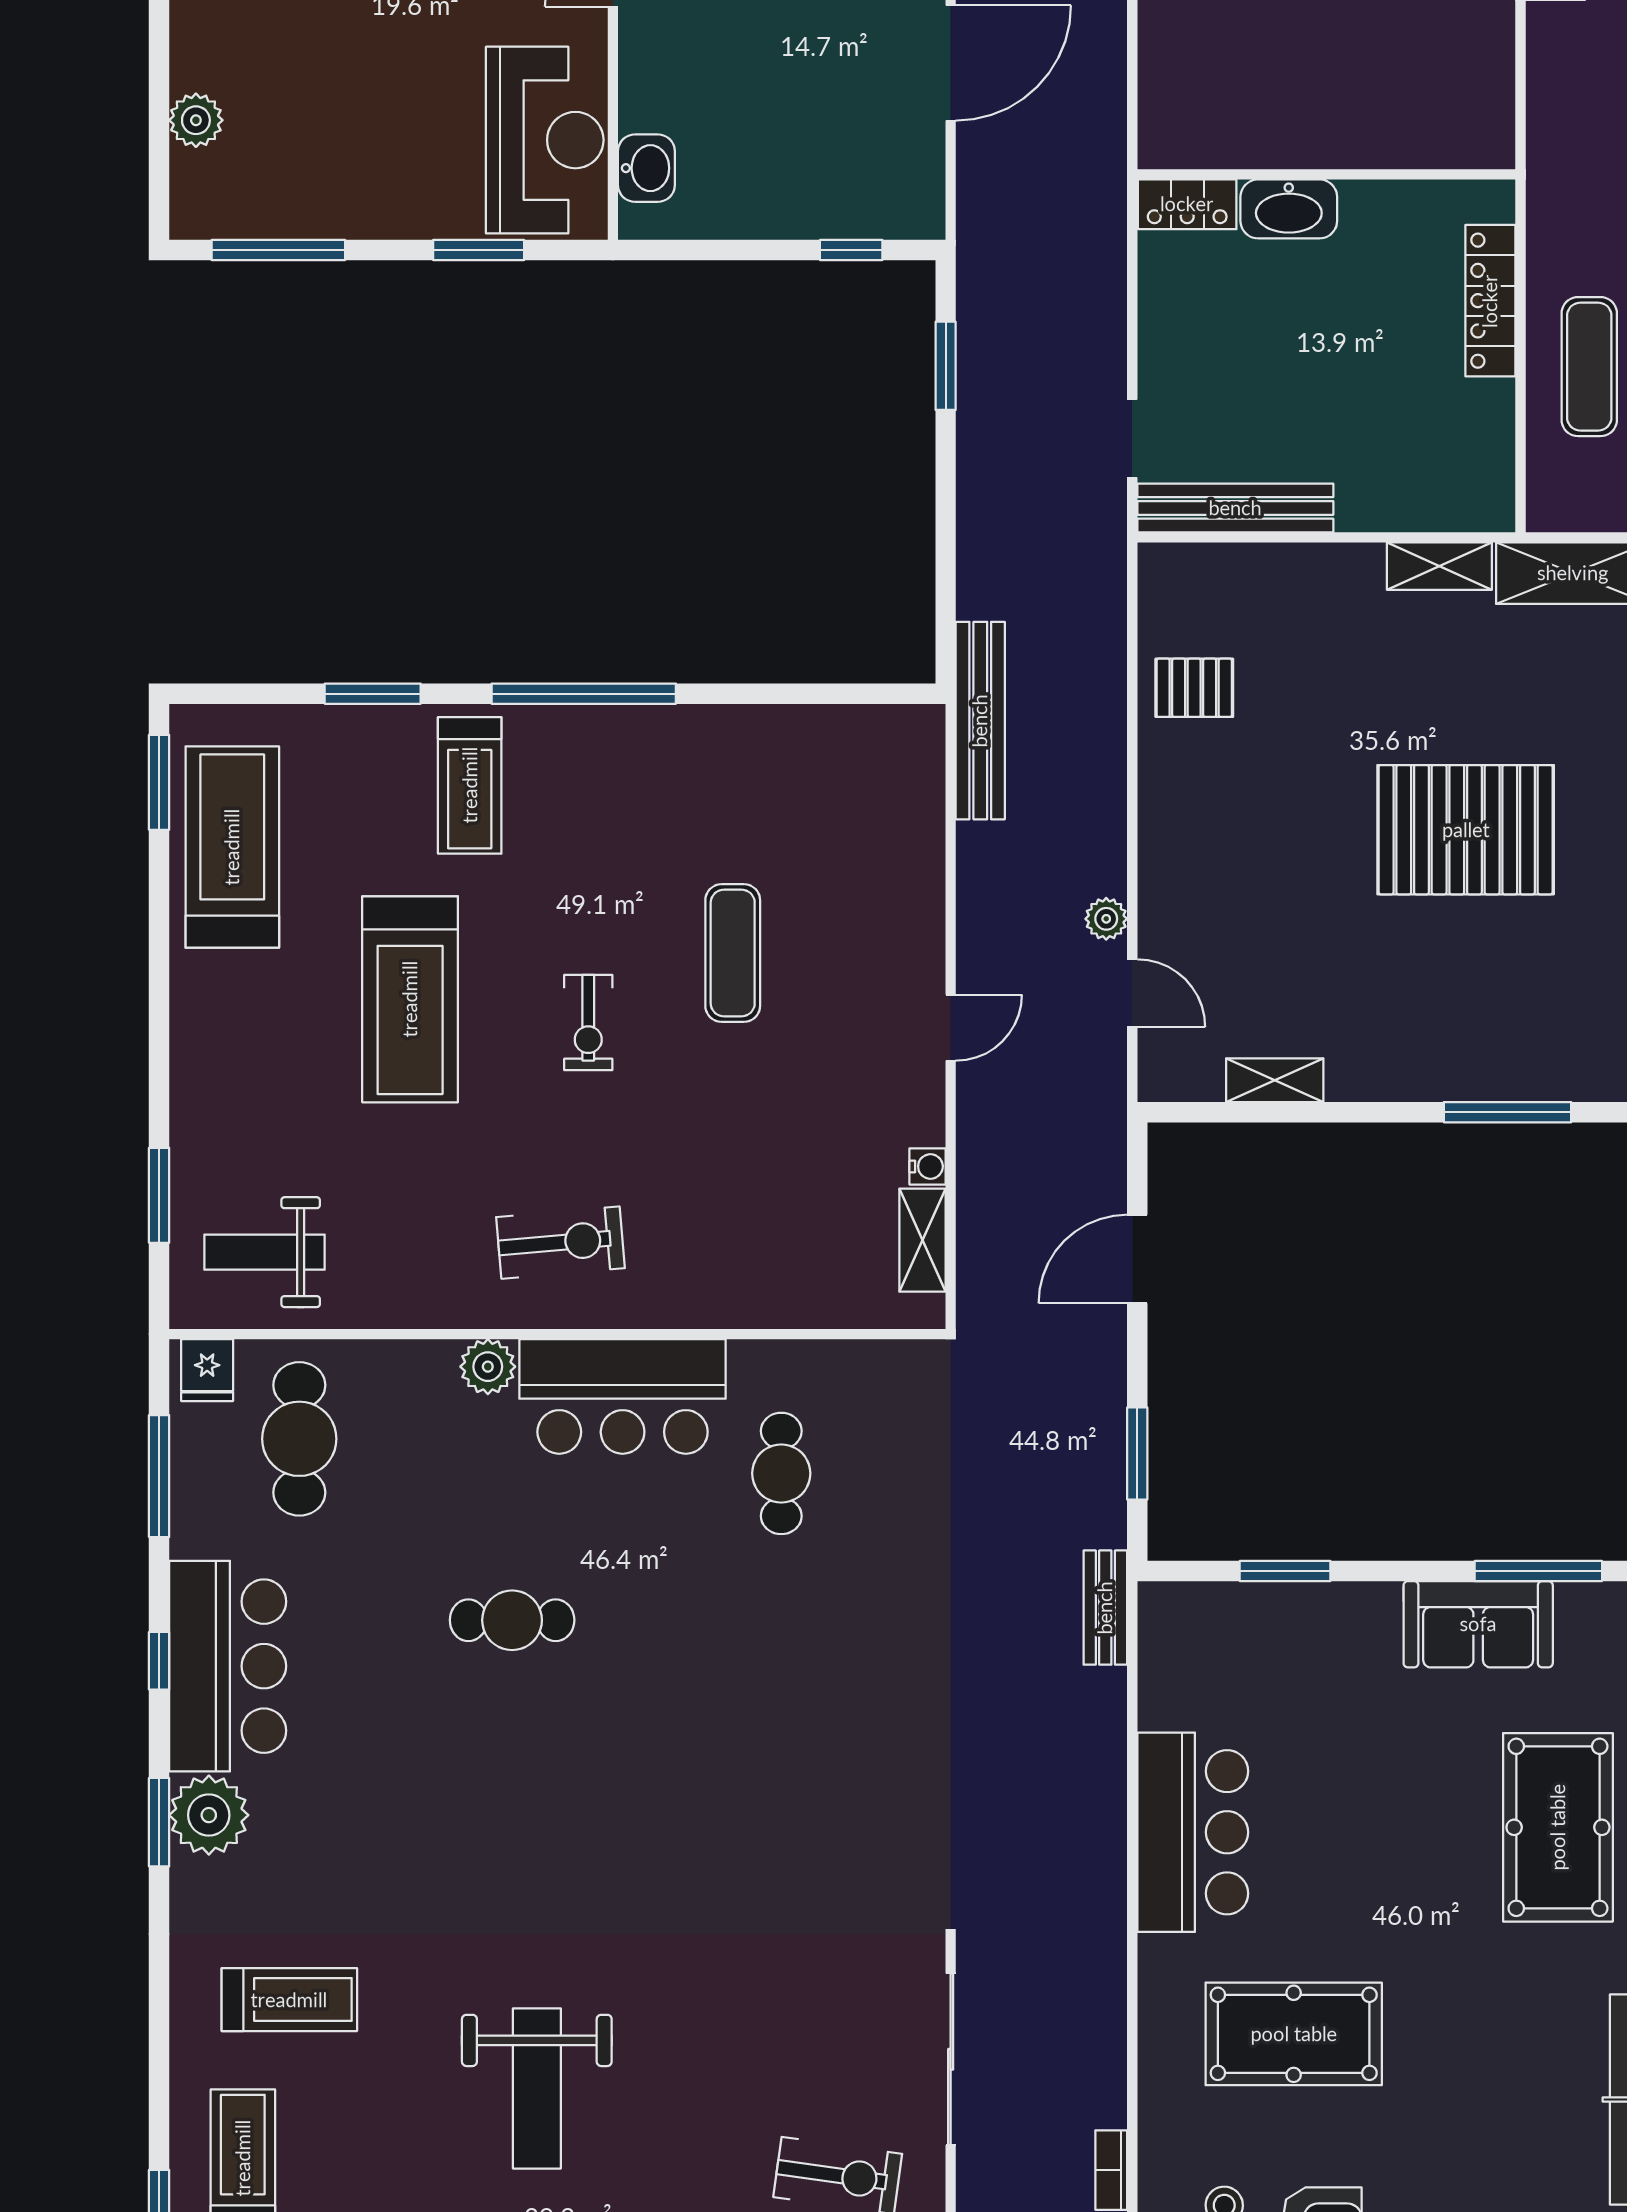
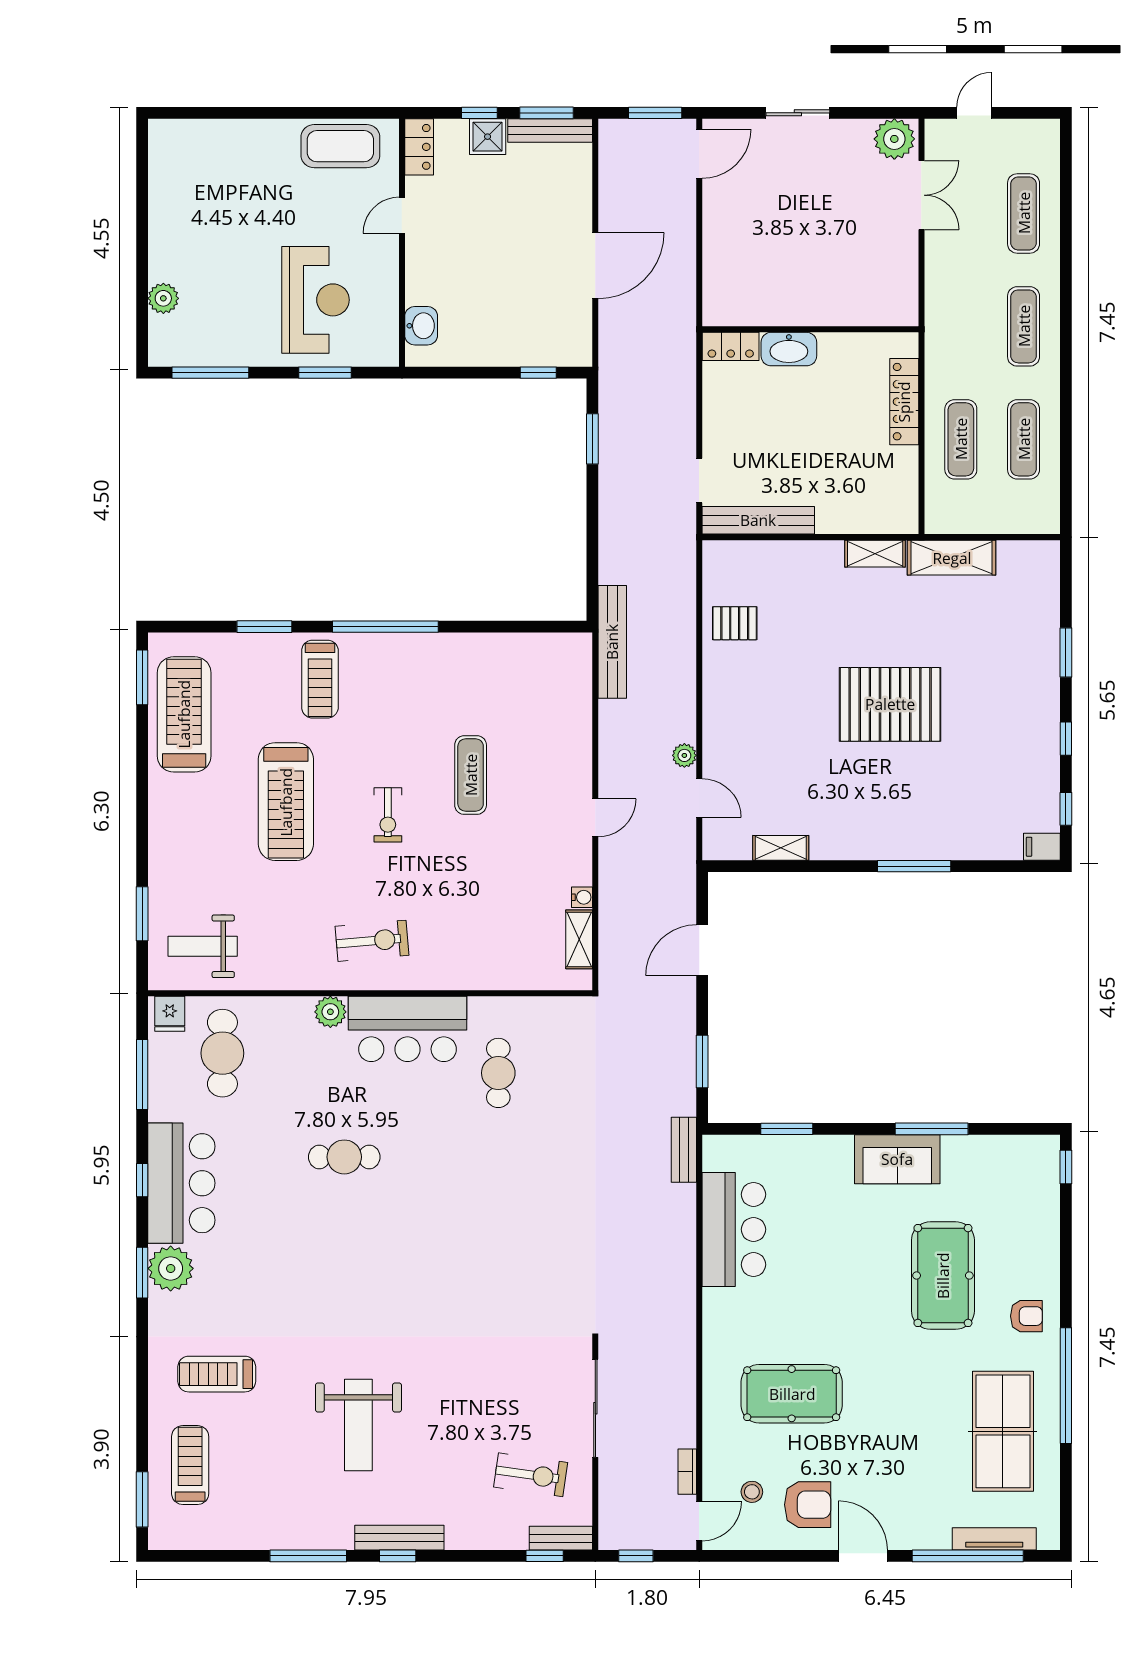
reception desk: (545, 140) -> (315, 300), moved
bar counter: (1193, 1832) -> (734, 1229), moved
treadmill: (289, 2000) -> (217, 1374), turned 180

